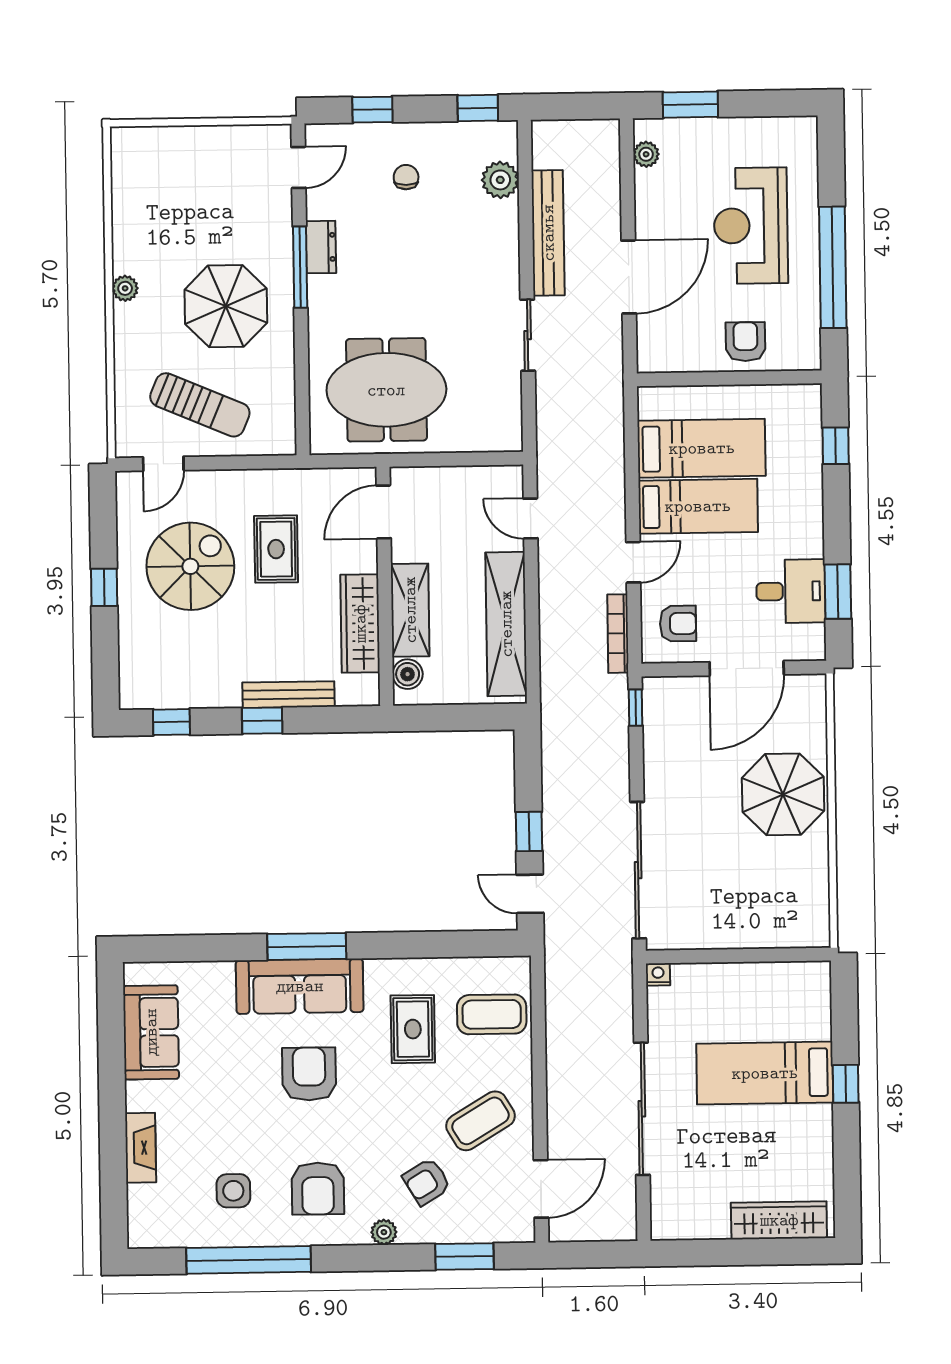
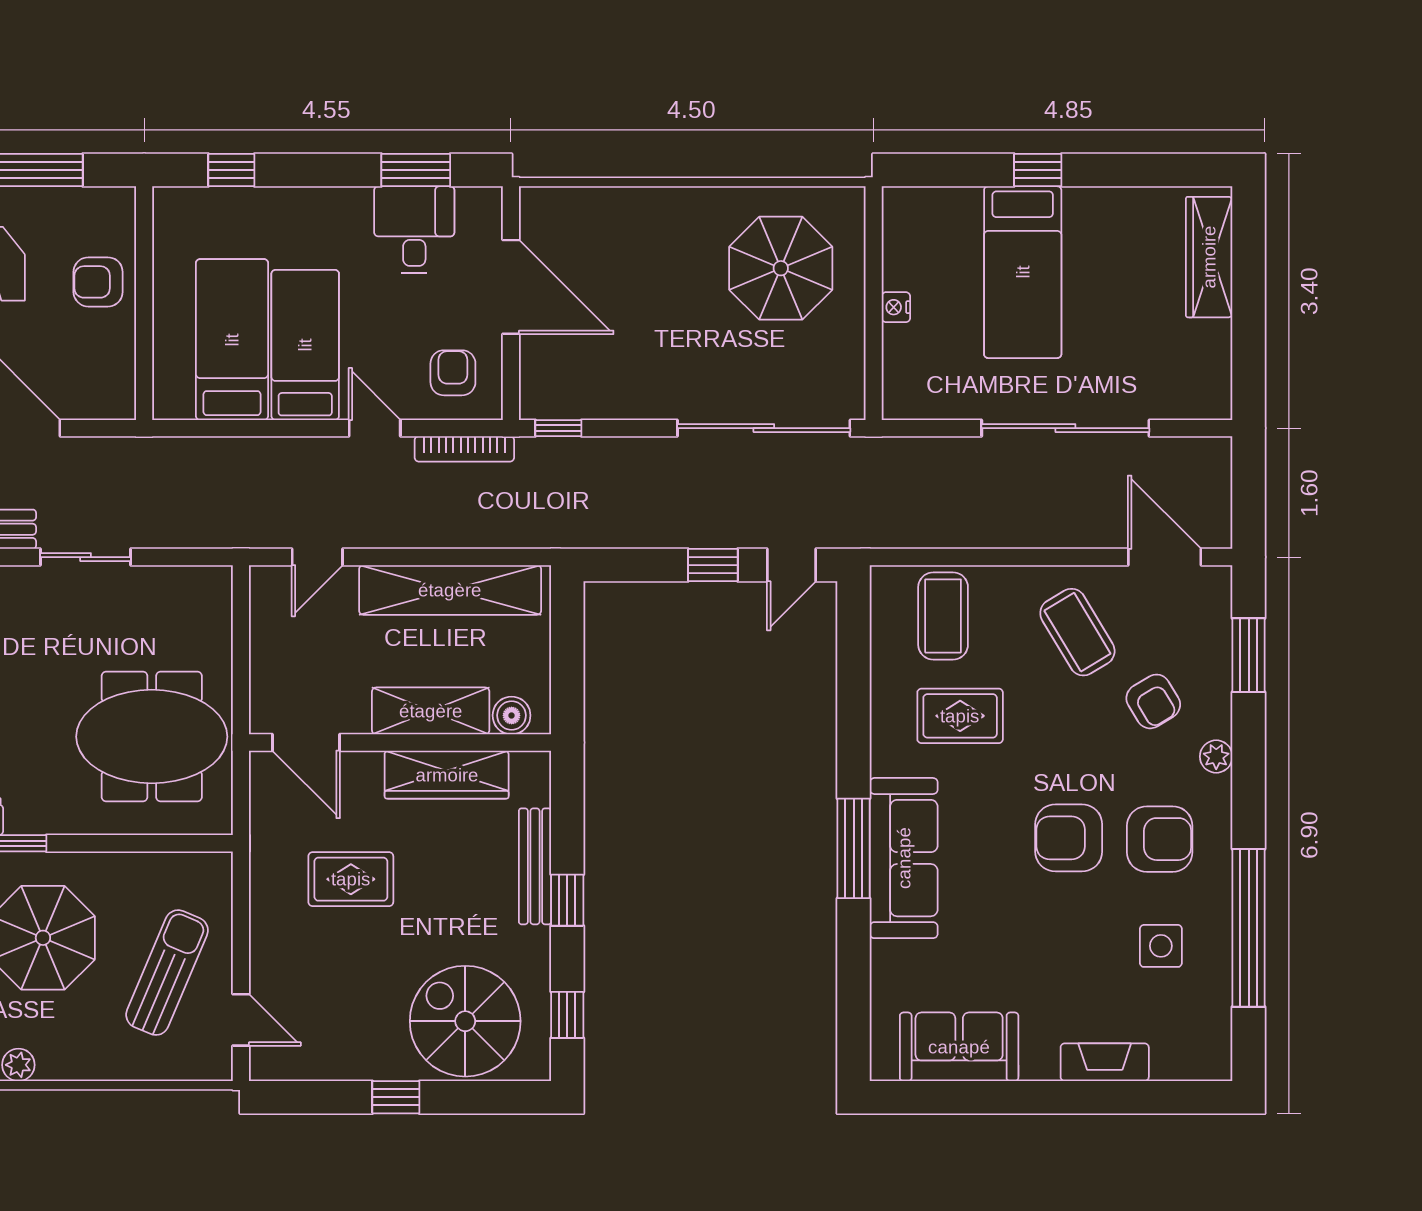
meeting table: (386, 390) -> (152, 737), turned 90
spiral stairs: (190, 566) -> (465, 1021), moved
parasol: (783, 794) -> (781, 268), moved
nightstand: (658, 974) -> (896, 307), moved
armchair: (309, 1074) -> (1069, 838), moved

